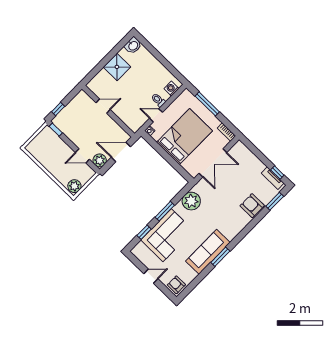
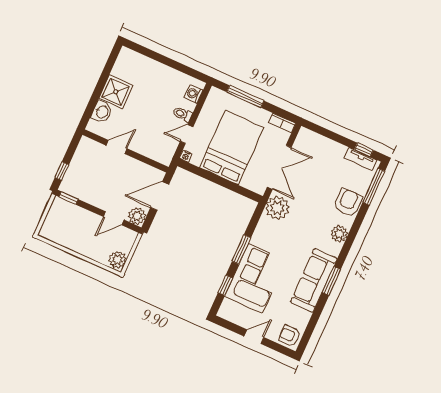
washbasin: (133, 46) -> (102, 112), moved
plant: (191, 201) -> (277, 208), moved
window: (275, 201) -> (374, 187), width x1.44
armchair: (252, 206) -> (348, 203), turned 90
plant: (238, 226) -> (339, 234), added

